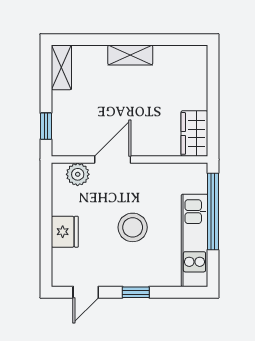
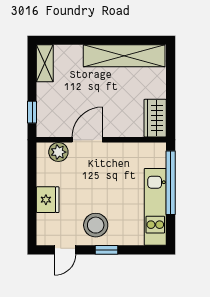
shelving: (130, 55) -> (124, 56), width x2.20, depth x1.33
stool: (133, 227) -> (96, 225), moved

